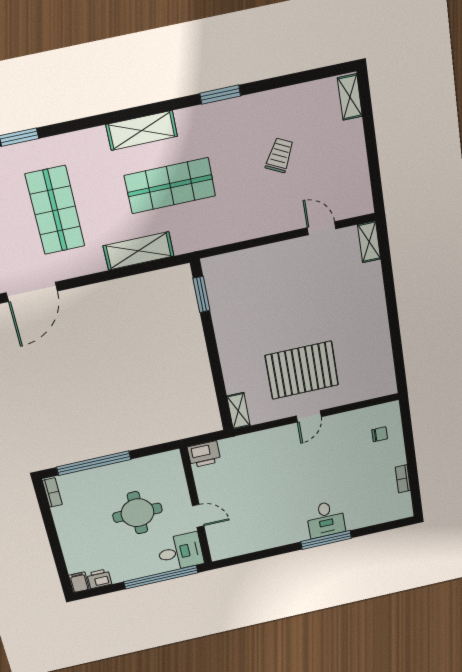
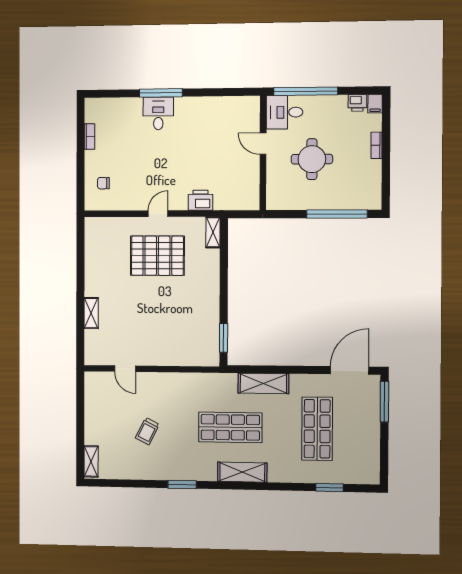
shelving: (369, 242) -> (91, 313), moved
printer: (204, 454) -> (200, 200), moved
bookcase: (52, 492) -> (377, 145), moved

